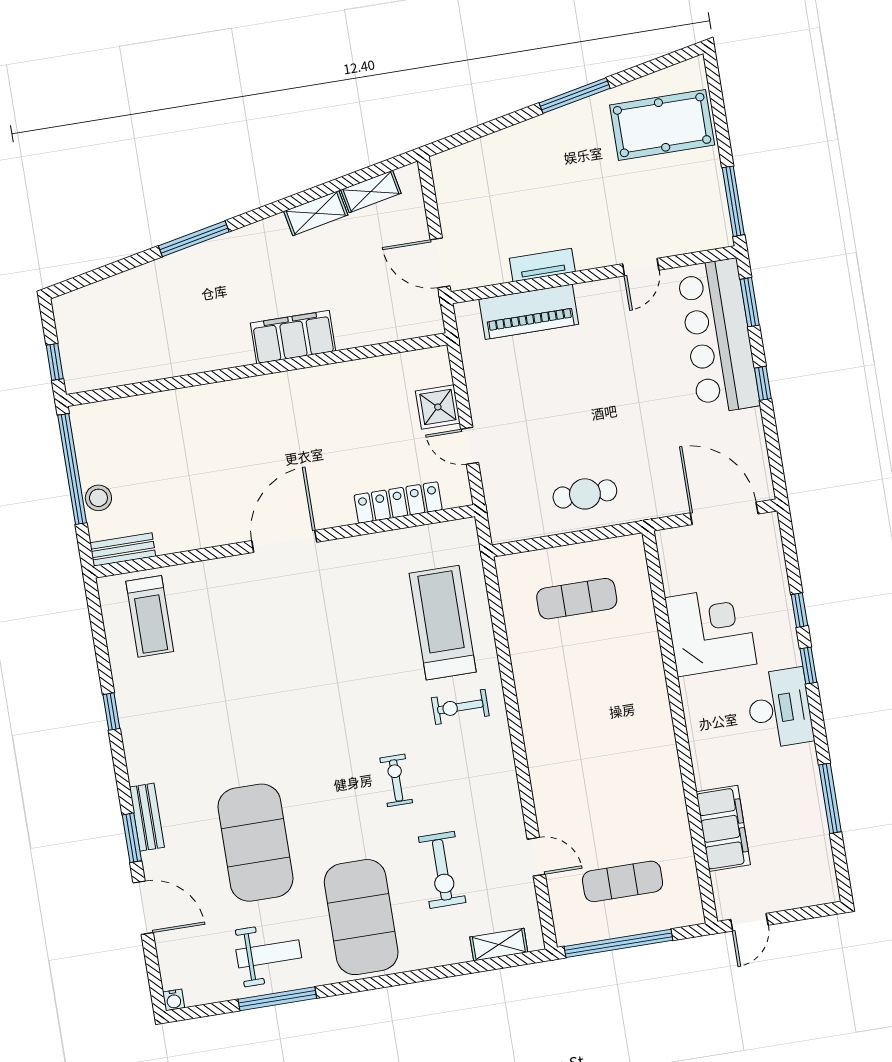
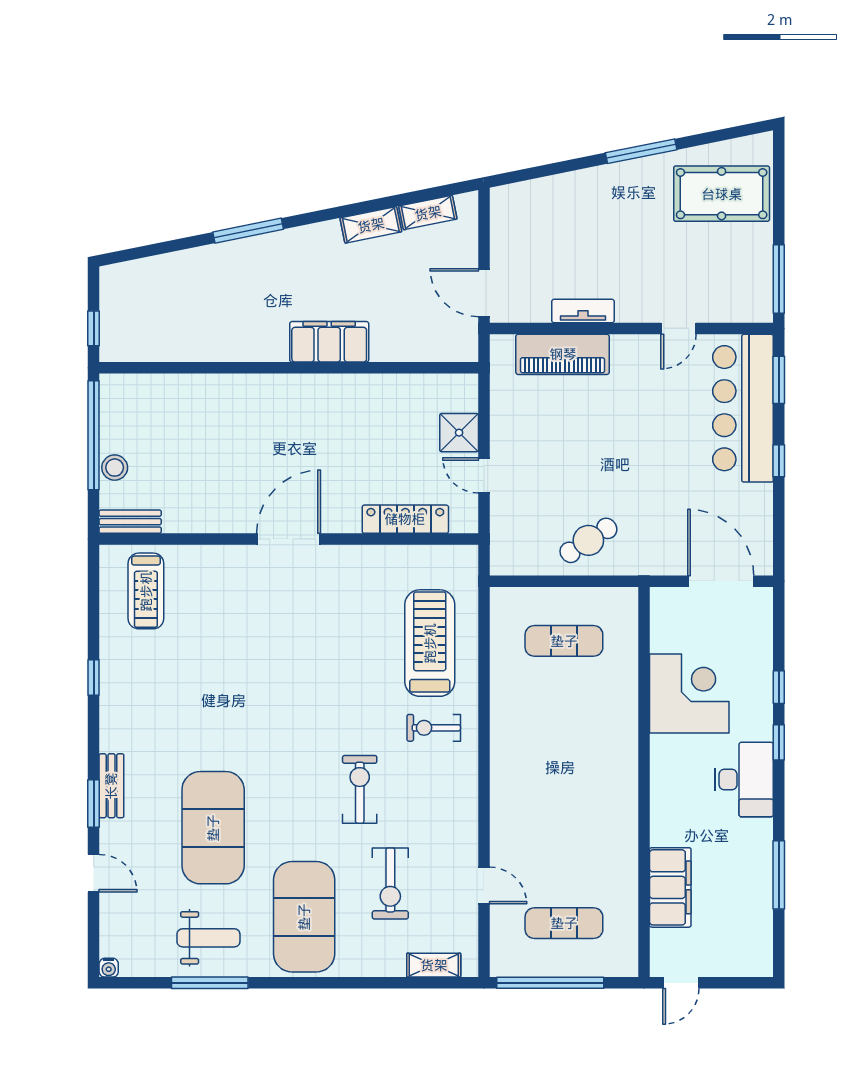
cafe table: (585, 494) -> (588, 540), turned -33
exercise bike: (396, 780) -> (360, 789), width x1.38, depth x1.39
door: (143, 908) -> (94, 873), width x0.73

